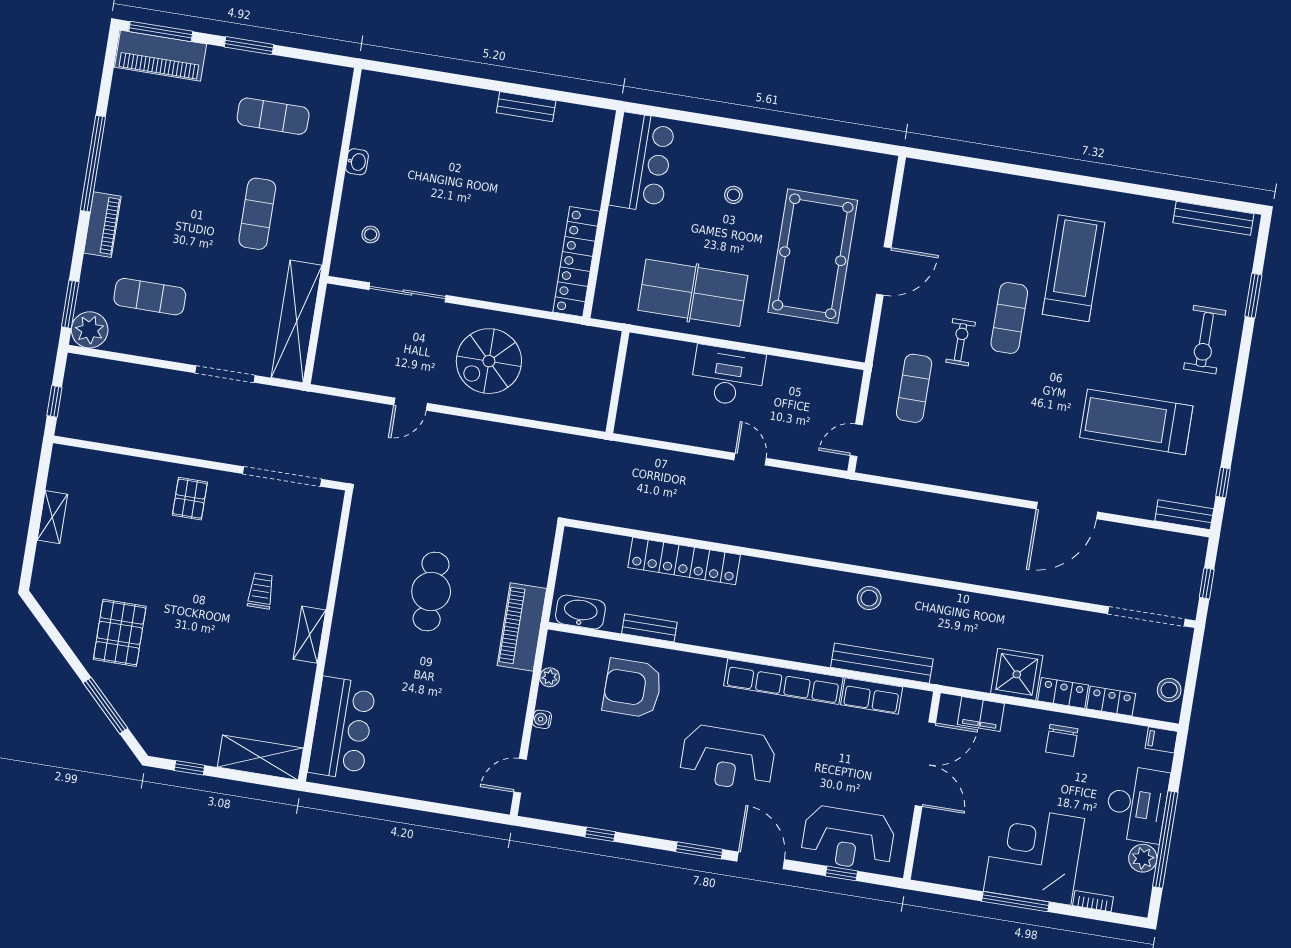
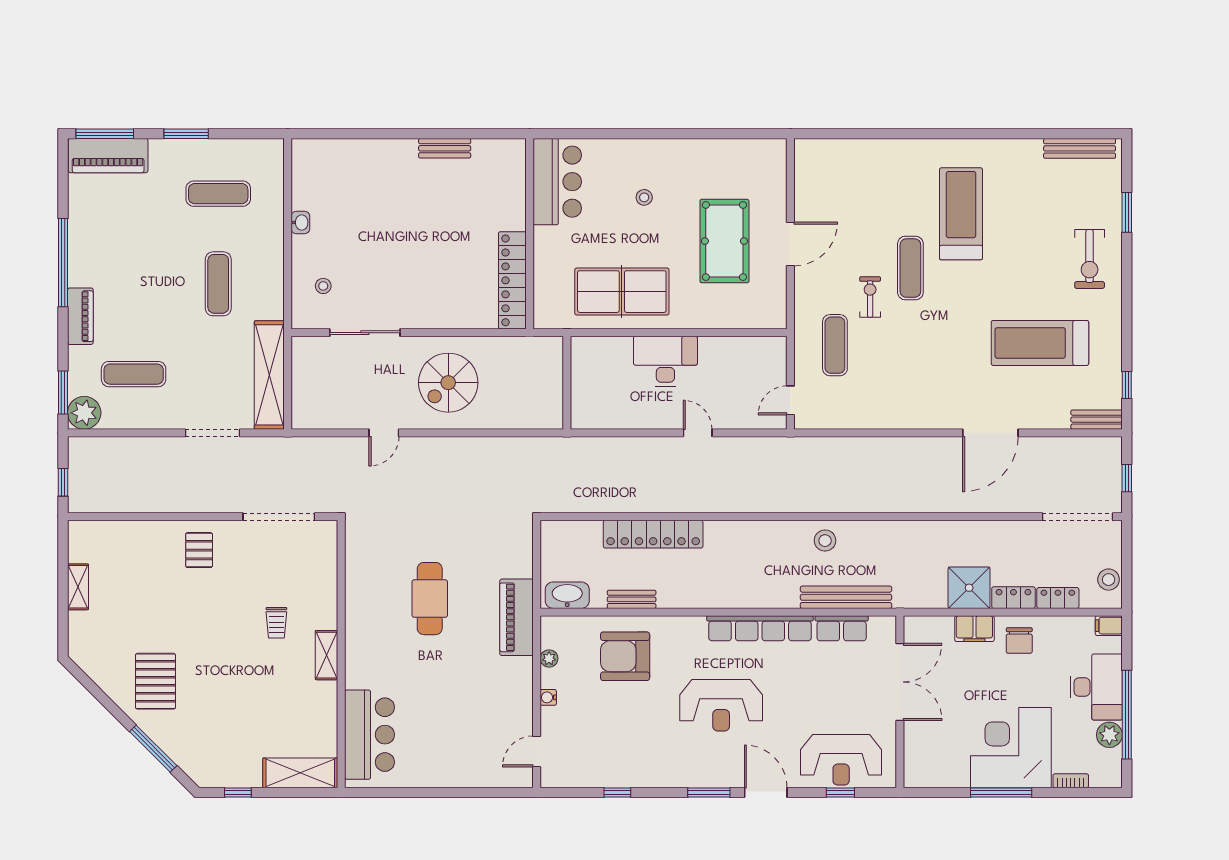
pool table: (813, 256) -> (724, 241), width x0.73, depth x0.76
trolley: (261, 591) -> (276, 623), turned 180
filing cabinet: (981, 714) -> (974, 629), moved

